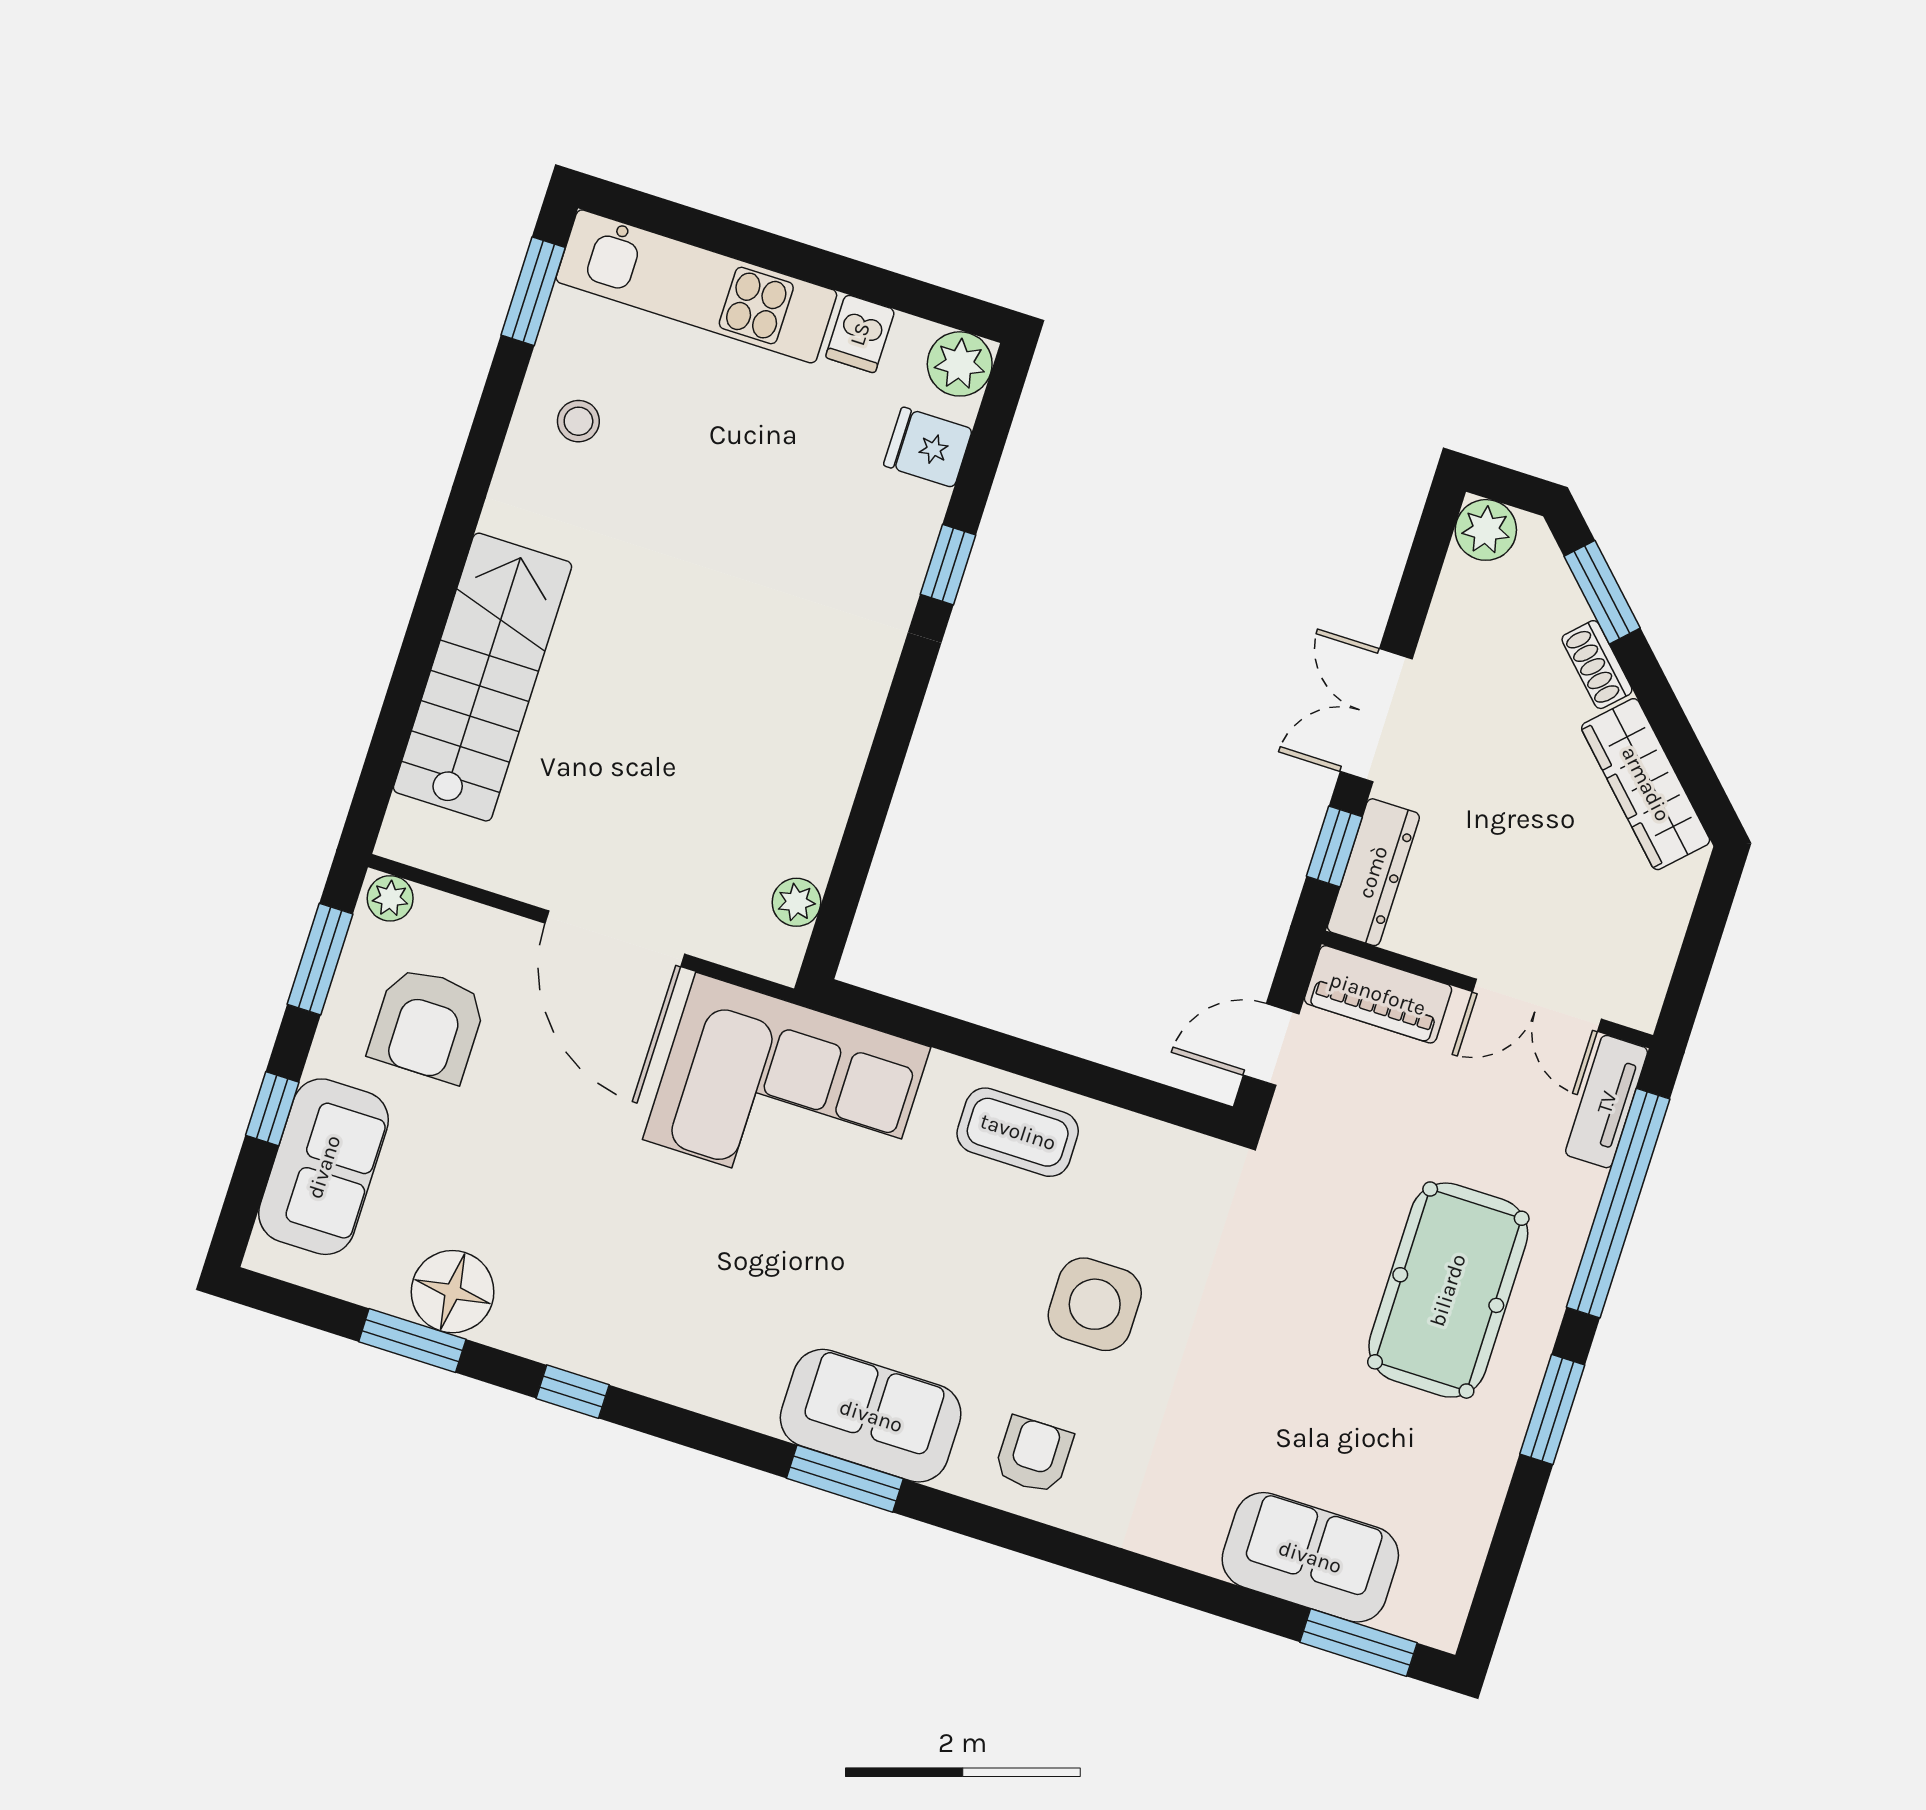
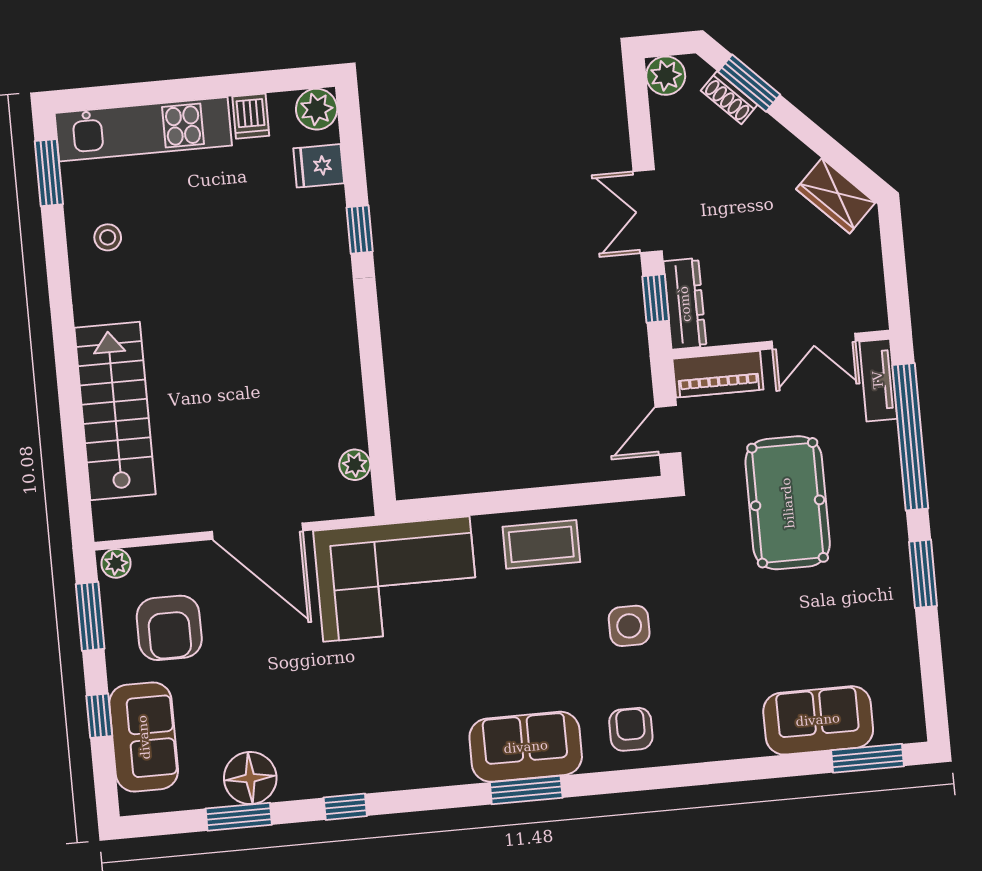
shoe rack: (1597, 665) -> (729, 98), moved
wardrobe: (1646, 784) -> (836, 196), width x0.67
pool table: (1448, 1290) -> (788, 503), moved
side table: (1095, 1304) -> (629, 626), width x0.73, depth x0.73

